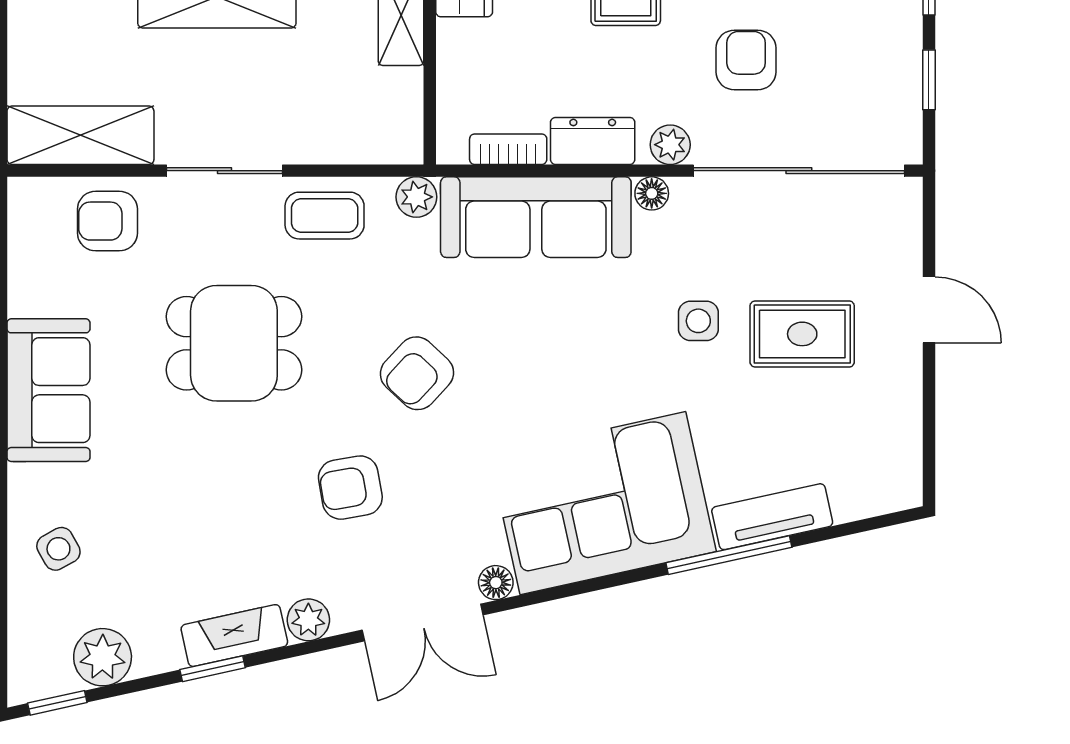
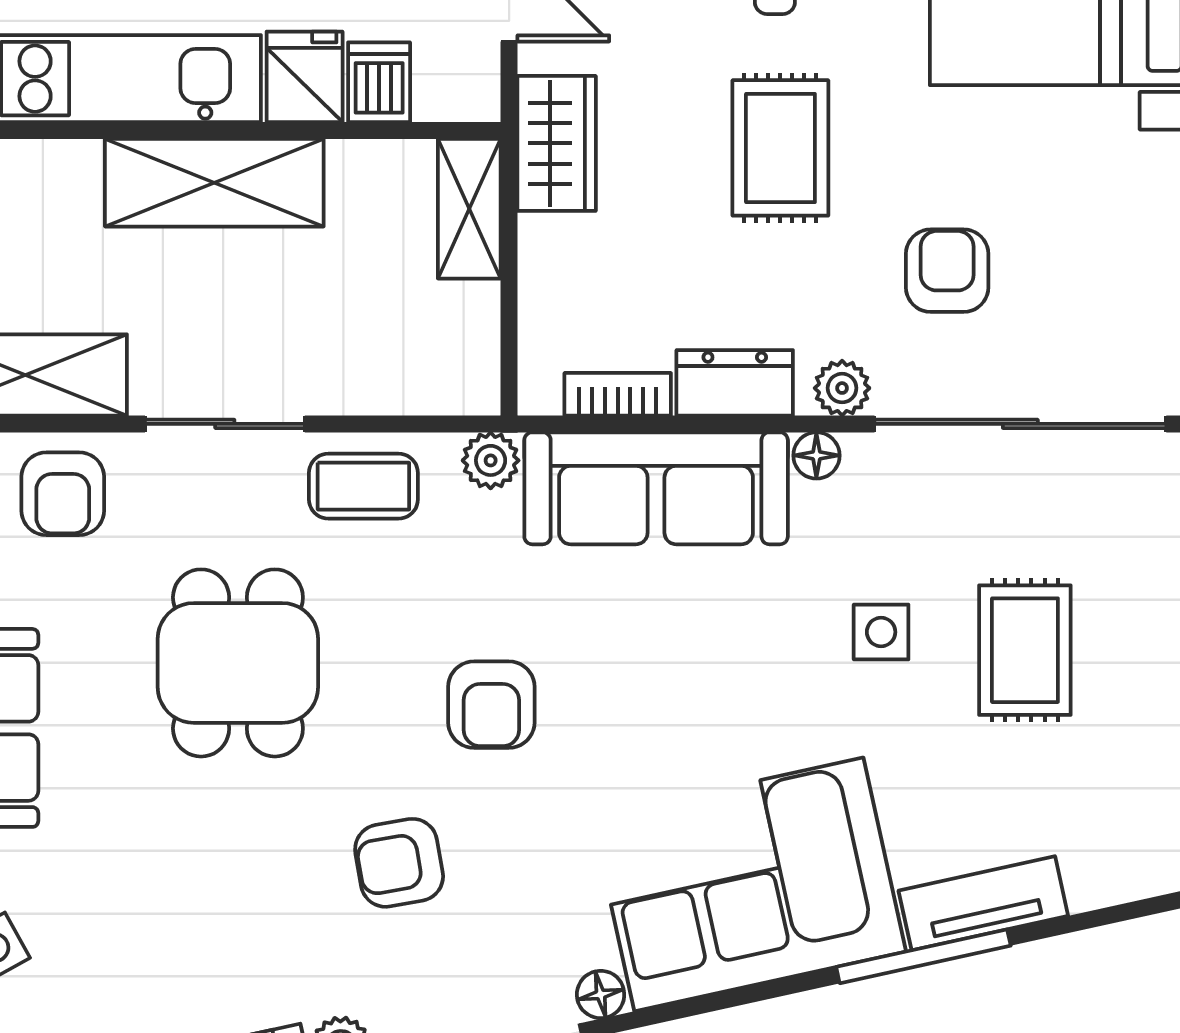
armchair: (107, 221) -> (63, 494), turned -90
rug: (802, 334) -> (1025, 650), turned 90
dining table: (234, 343) -> (238, 663), turned 90
armchair: (417, 373) -> (491, 705), turned -43

